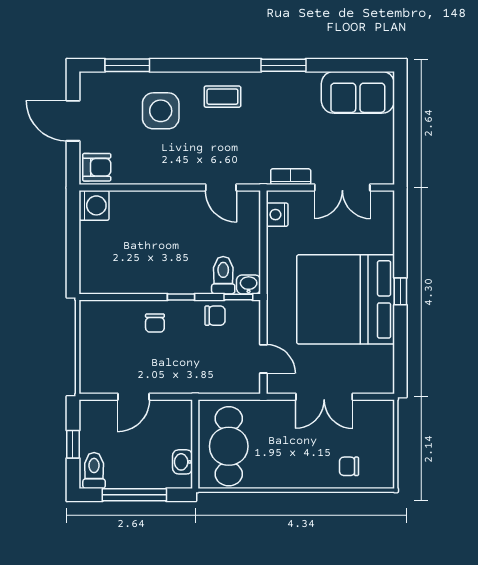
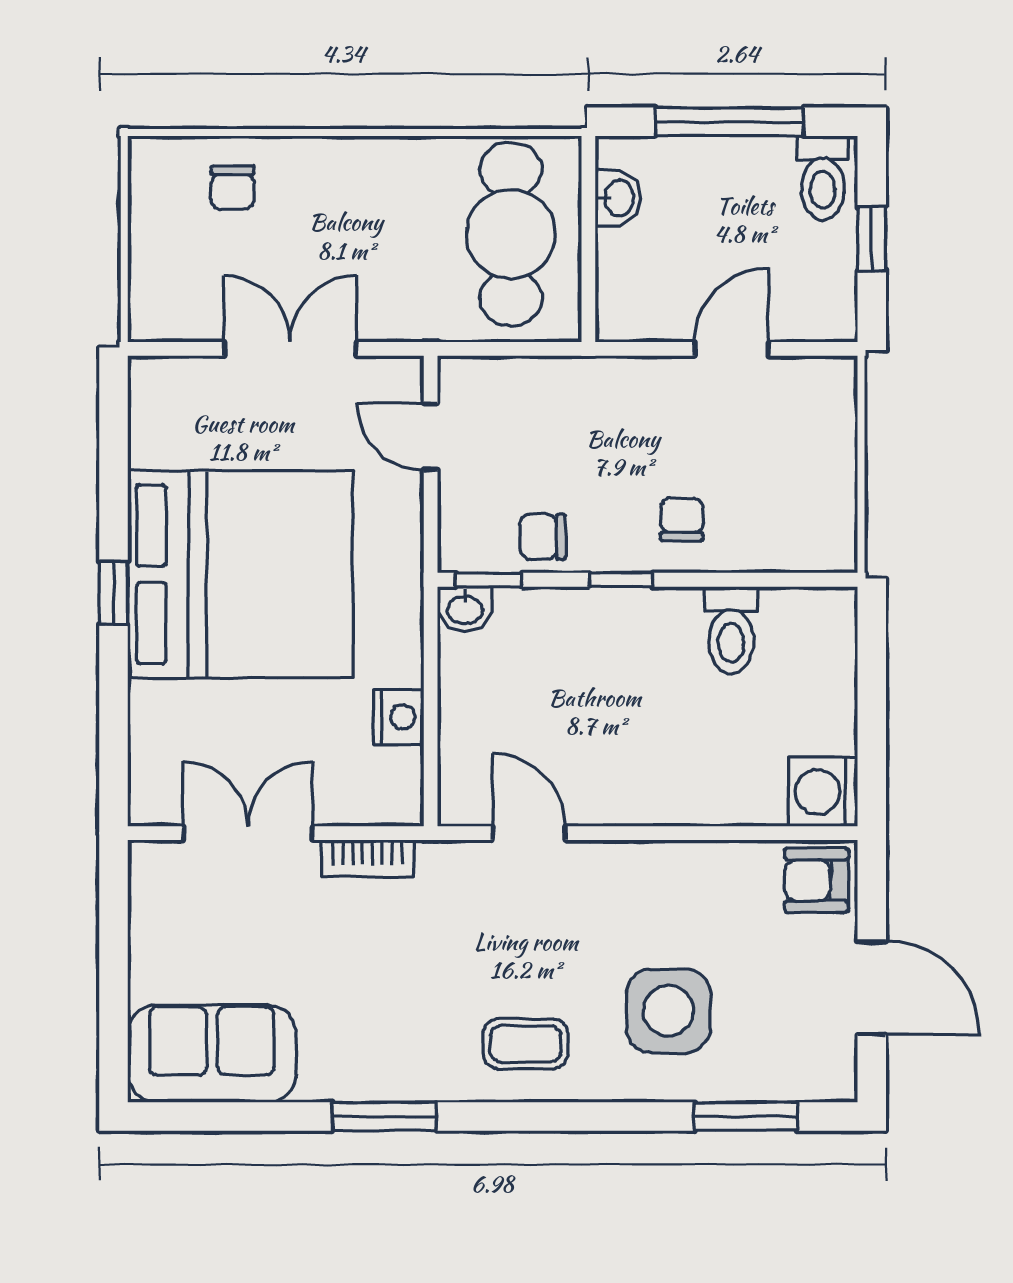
nightstand: (277, 215) -> (399, 717), moved
toilet: (223, 275) -> (731, 630), moved
chair: (349, 466) -> (233, 188), turned 90

